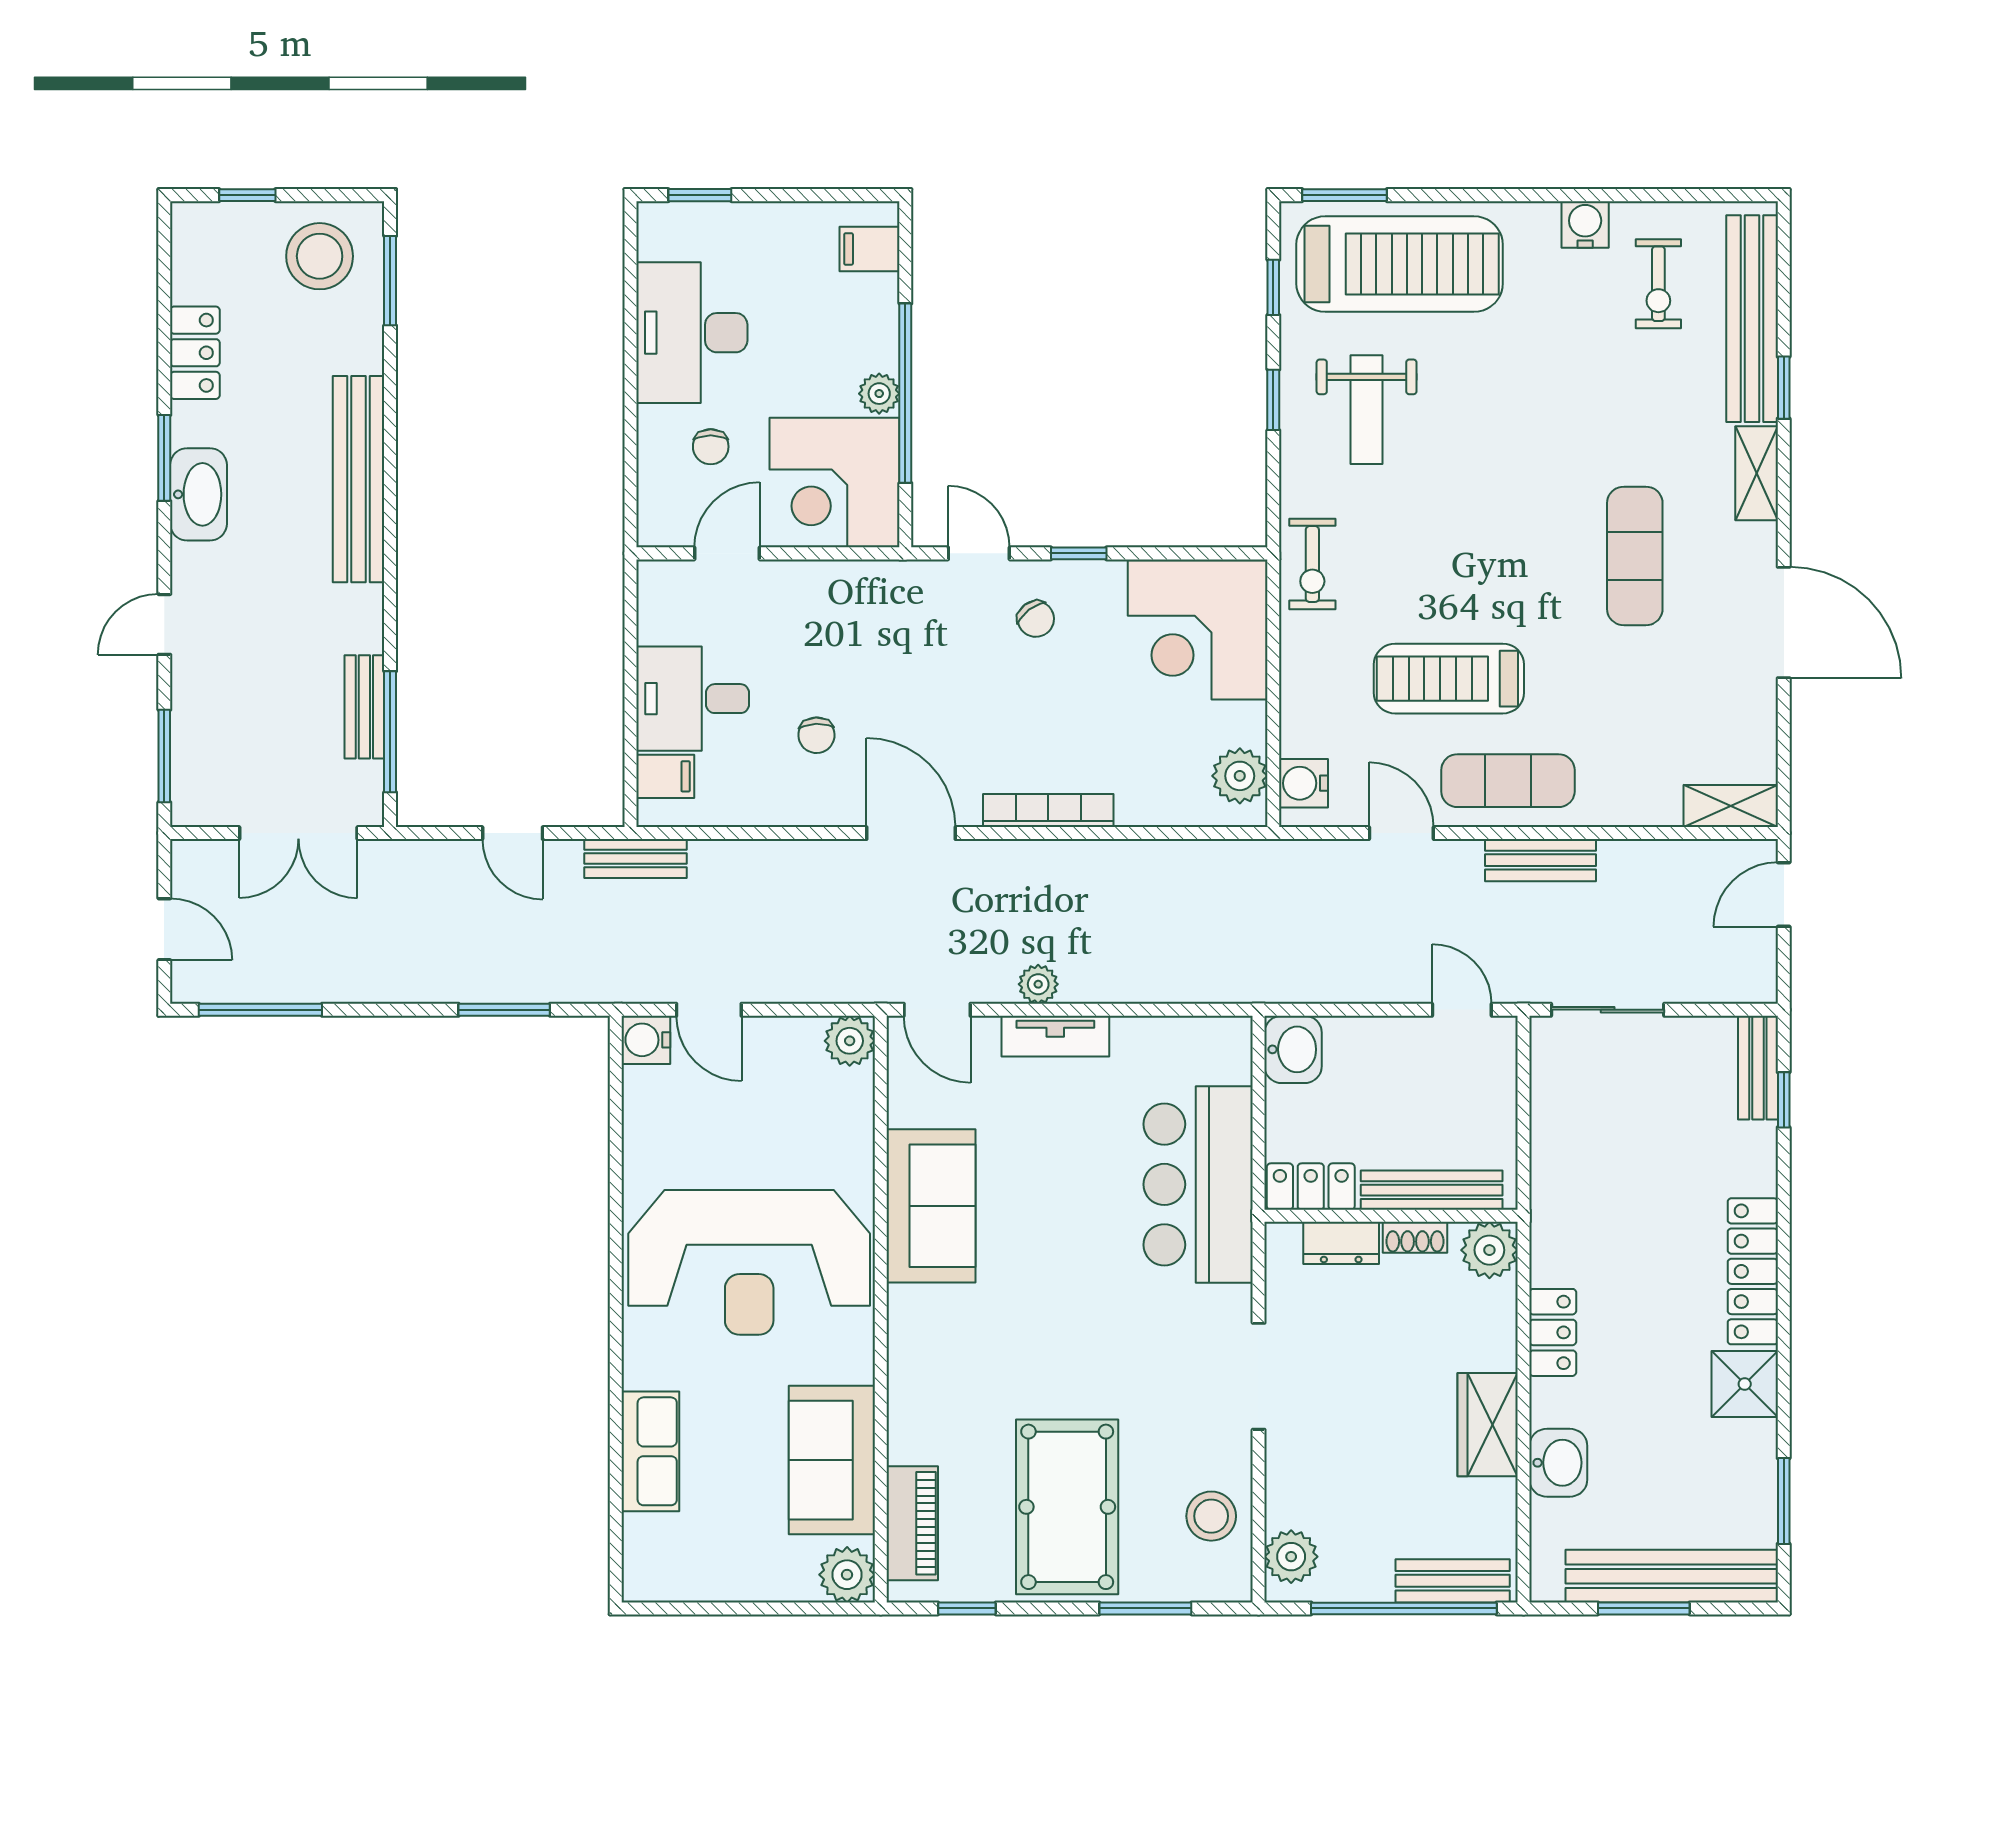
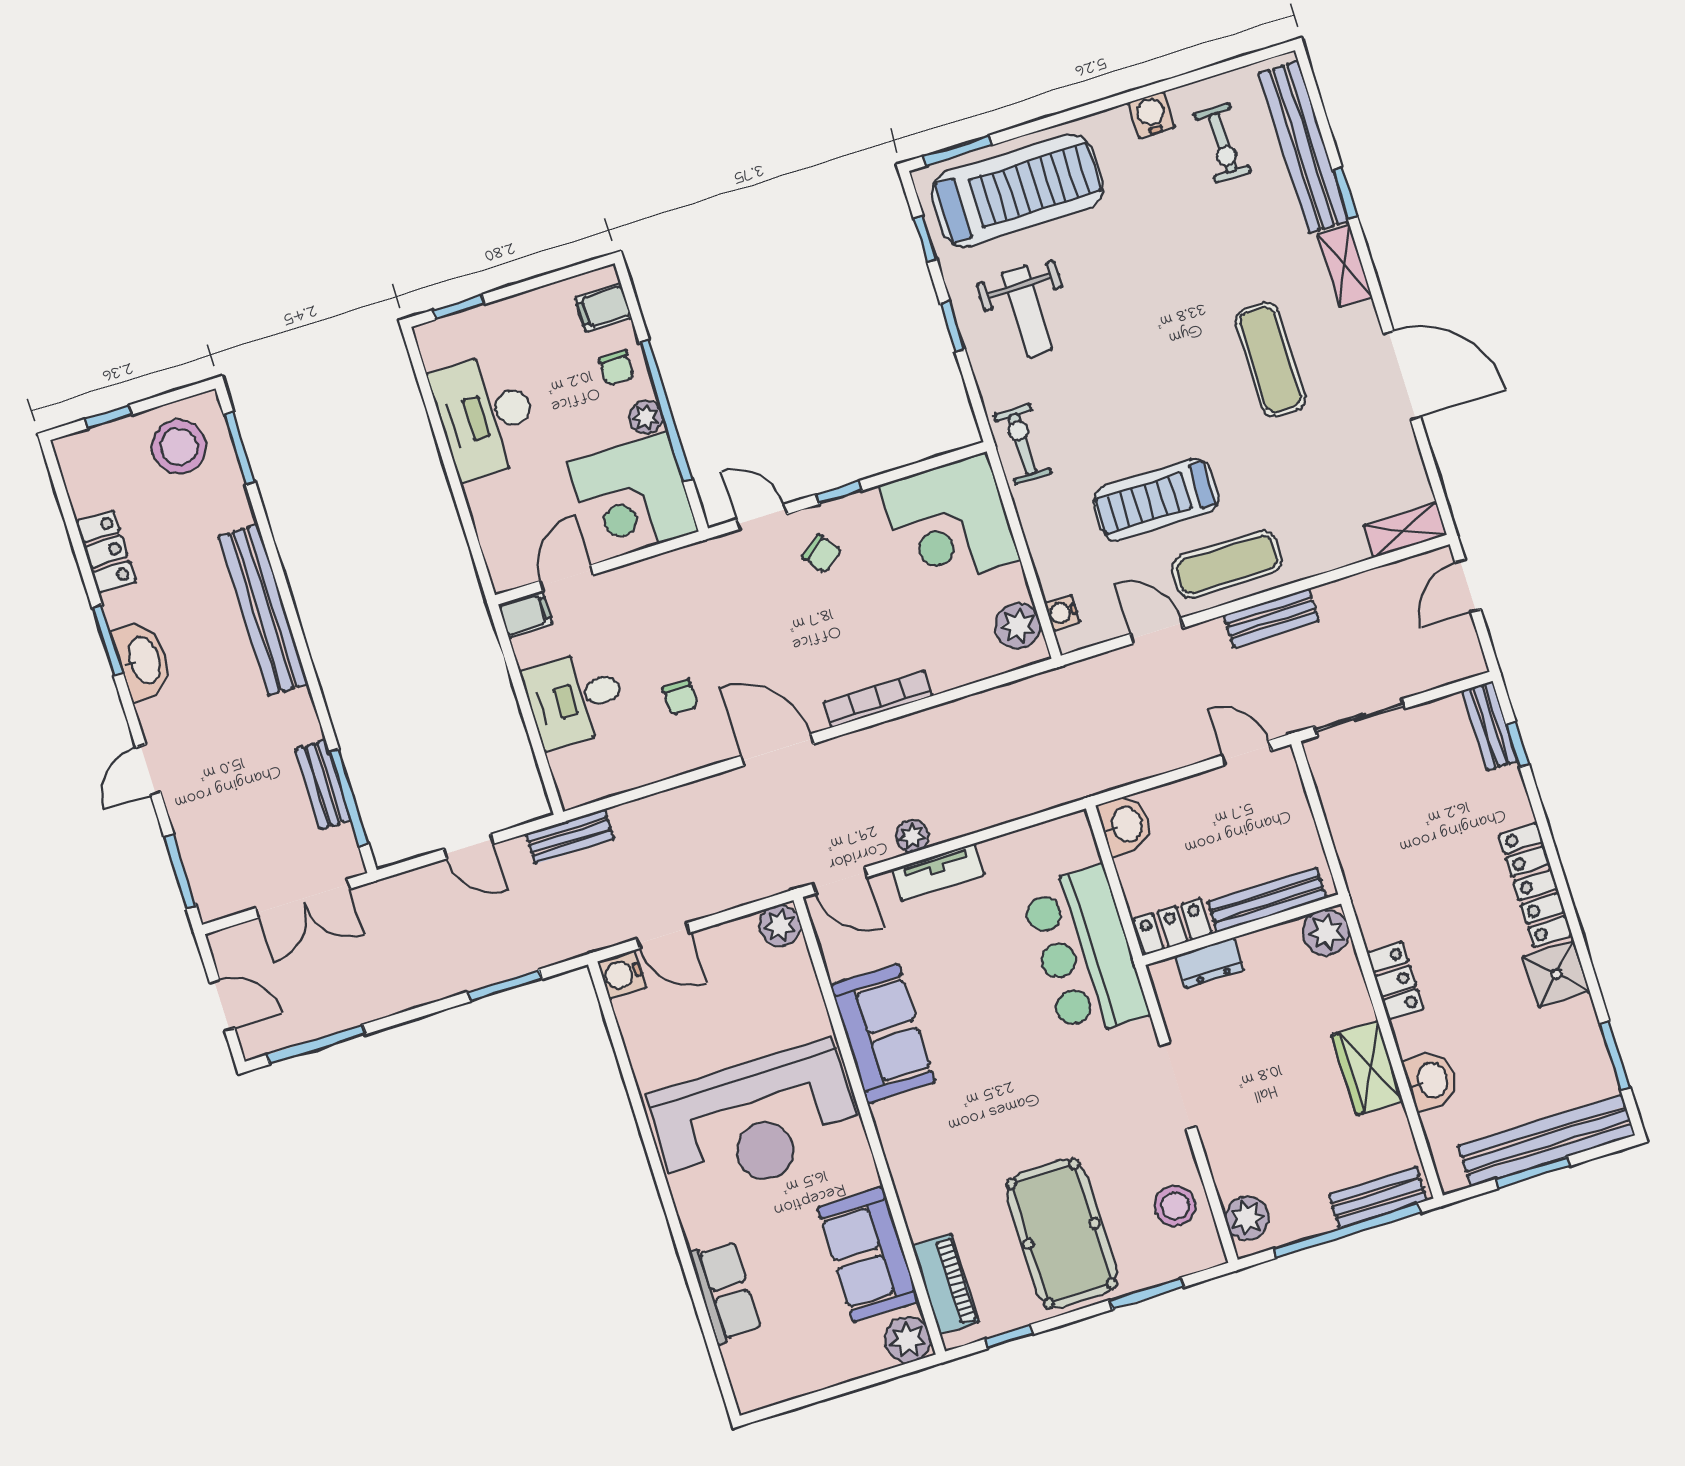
chair: (711, 447) -> (616, 368), moved
exercise bike: (1312, 564) -> (1023, 444), turned 180
filing cabinet: (665, 776) -> (526, 614), moved
water cooler: (1304, 783) -> (1062, 612), width x0.72, depth x0.72
shoe rack: (1415, 1237) -> (1266, 941), removed

